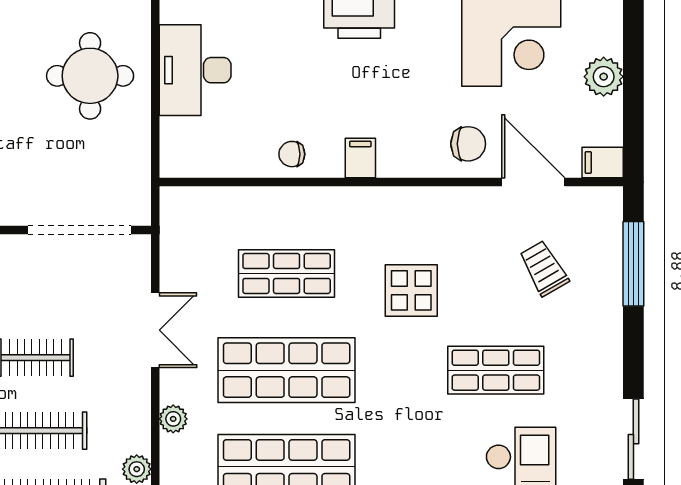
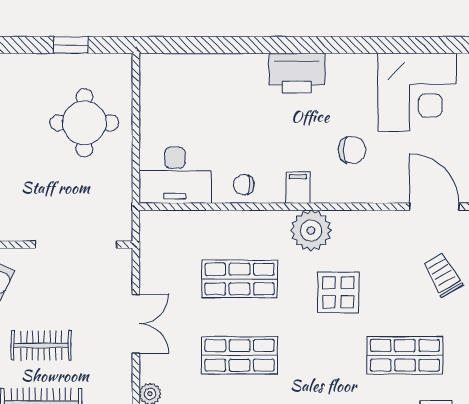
desk: (195, 70) -> (175, 175), moved, turned -90
chair: (468, 144) -> (352, 150), moved
plant: (377, 212) -> (311, 230), added
shop shelf: (287, 370) -> (240, 355), width x0.70, depth x0.74

